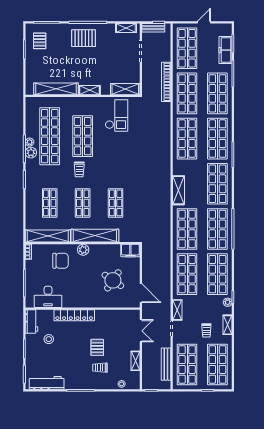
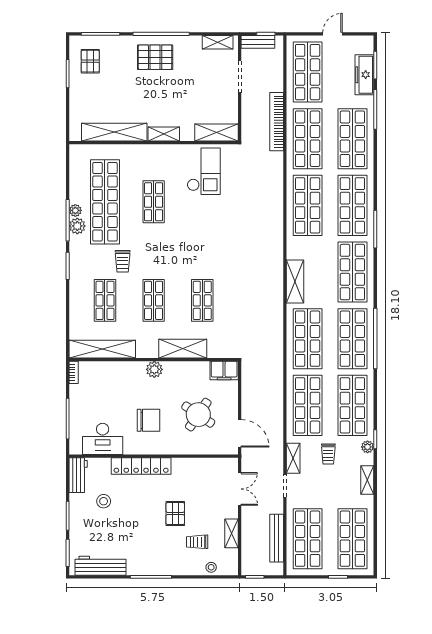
shop shelf: (83, 136) -> (154, 202), width x0.70, depth x0.74
trolley: (79, 169) -> (123, 261), moved
shelving: (95, 236) -> (183, 349), width x0.68
chair: (61, 261) -> (148, 420), moved
trolley: (206, 330) -> (328, 454), moved
trolley: (100, 368) -> (197, 542), moved

